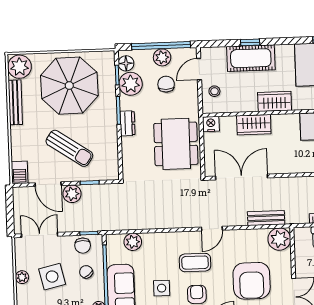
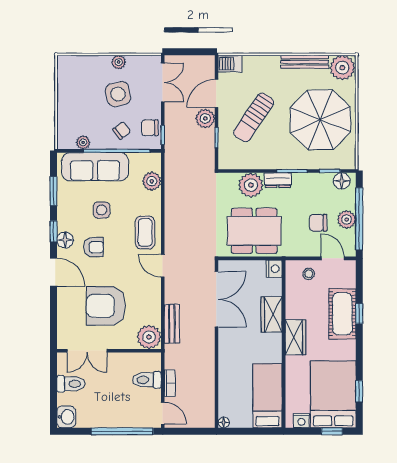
plant: (131, 84) -> (251, 185), moved
chair: (166, 84) -> (318, 223), turned 180
coffee table: (195, 263) -> (145, 232), moved

